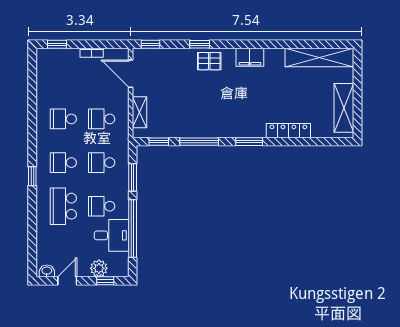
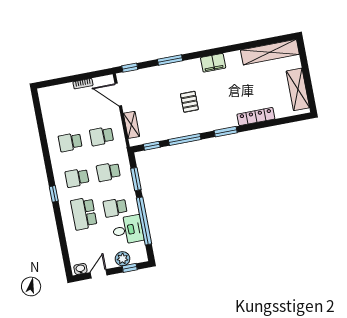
window: (57, 44) -> (53, 82), removed
window: (200, 44) -> (170, 60), width x1.50
pallet: (209, 61) -> (189, 102), moved, turned 90

